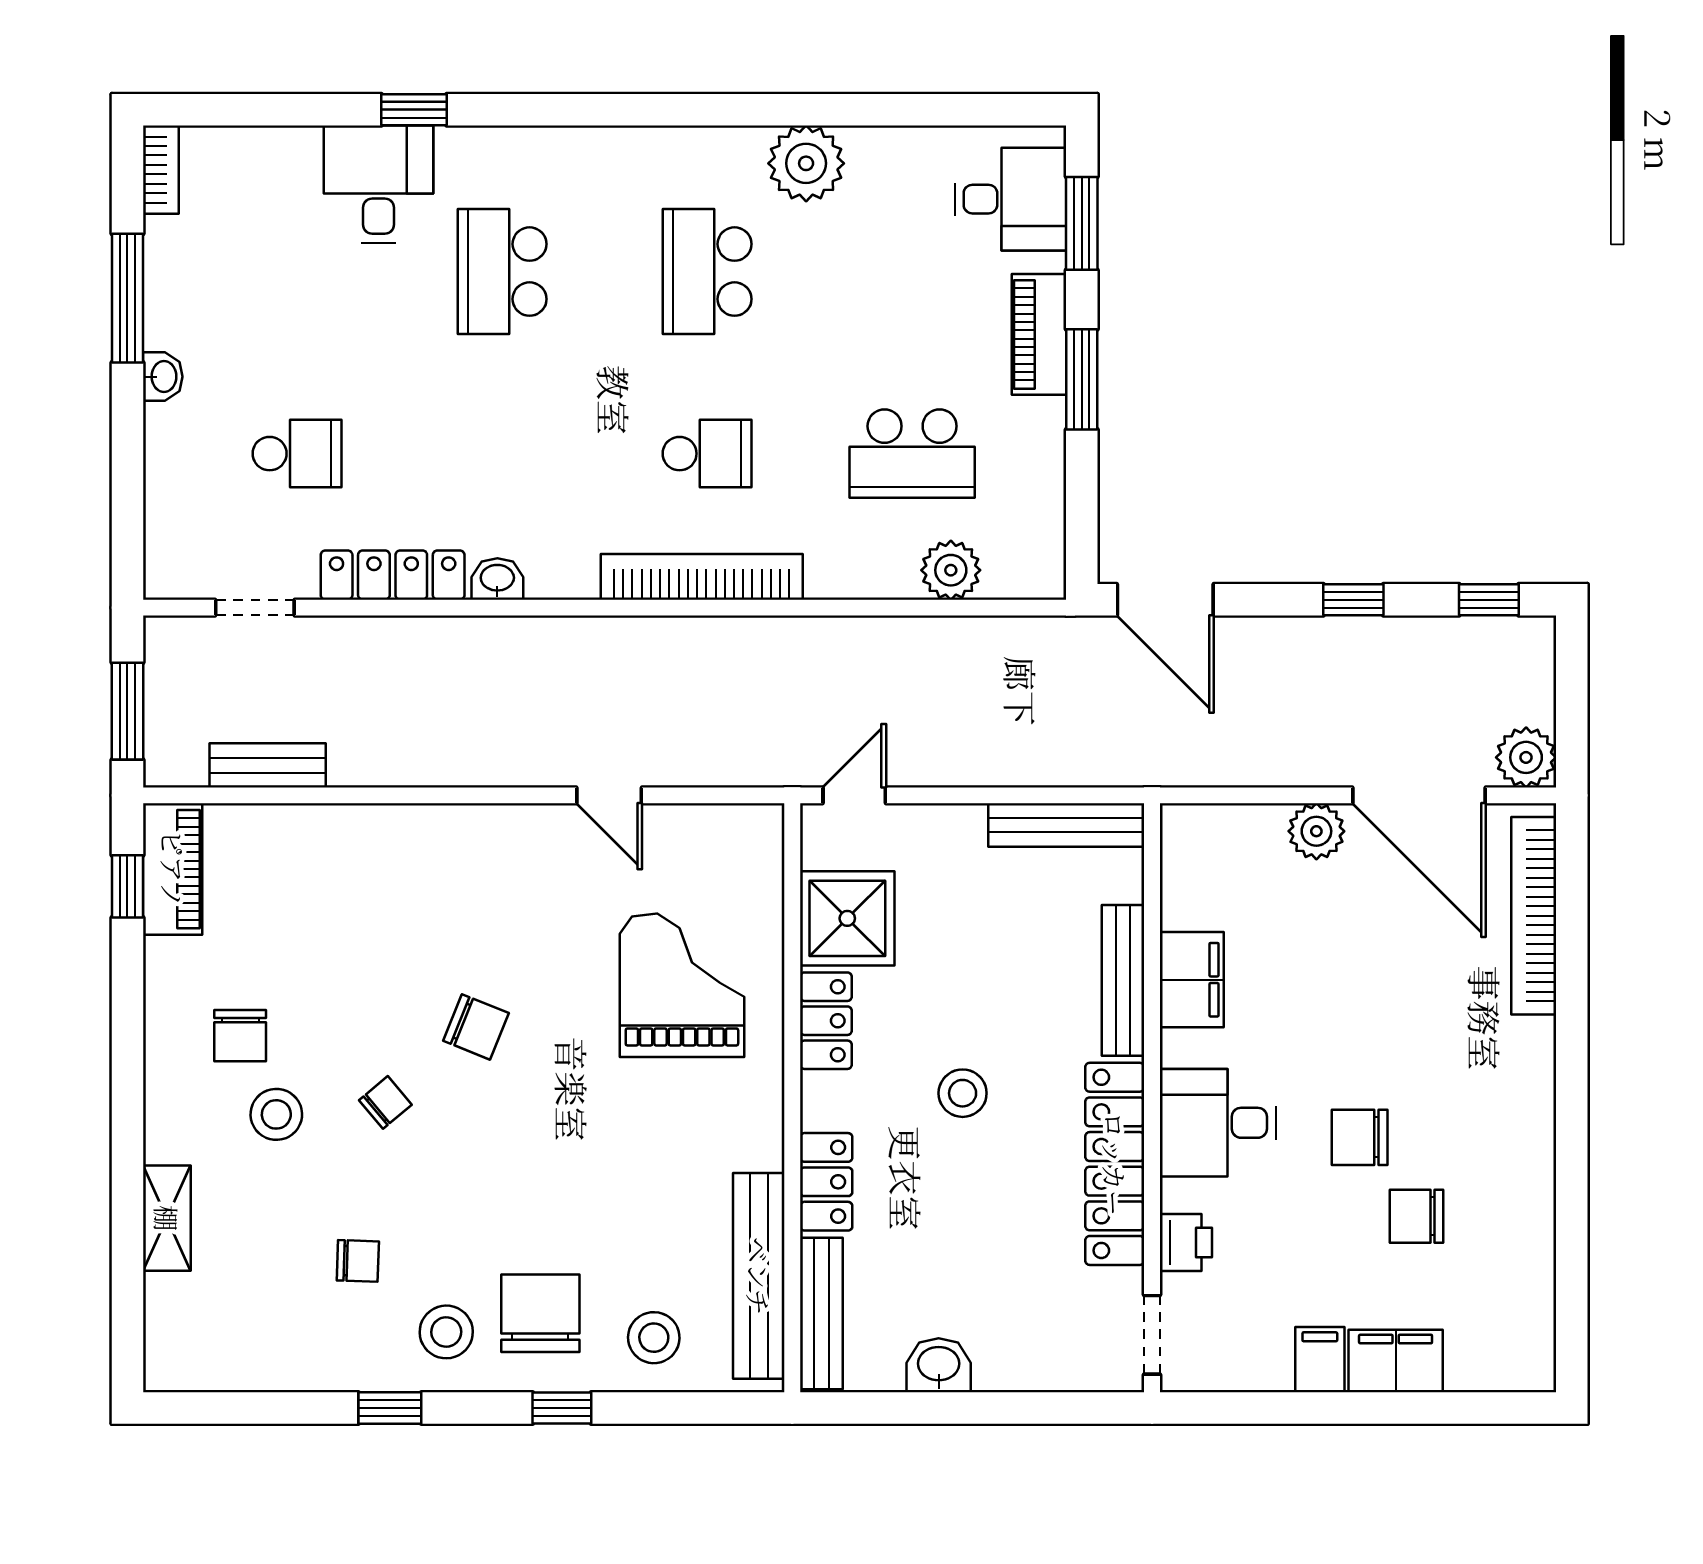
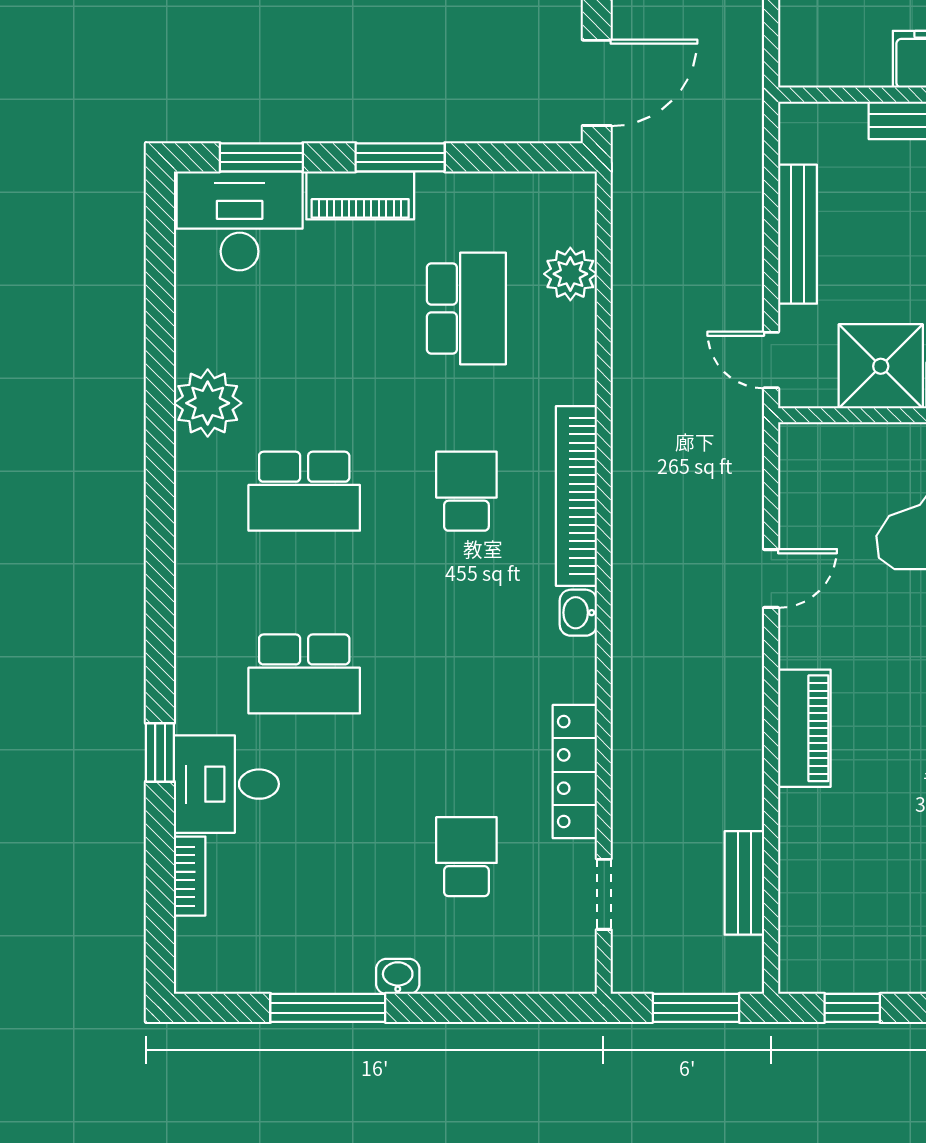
bookcase: (161, 170) -> (190, 876), moved, turned 90
desk: (1010, 199) -> (240, 221), width x1.37
washbasin: (497, 579) -> (578, 613), moved
bench: (1066, 825) -> (797, 234), moved
piano: (173, 869) -> (804, 728), moved, turned 90

